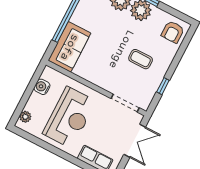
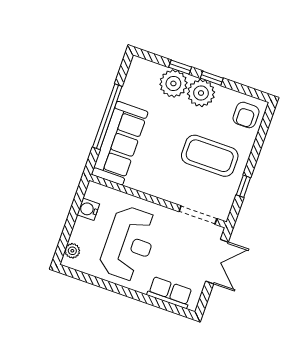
sofa: (69, 47) -> (120, 143), width x1.36
coffee table: (141, 59) -> (210, 156), width x1.86, depth x1.72

